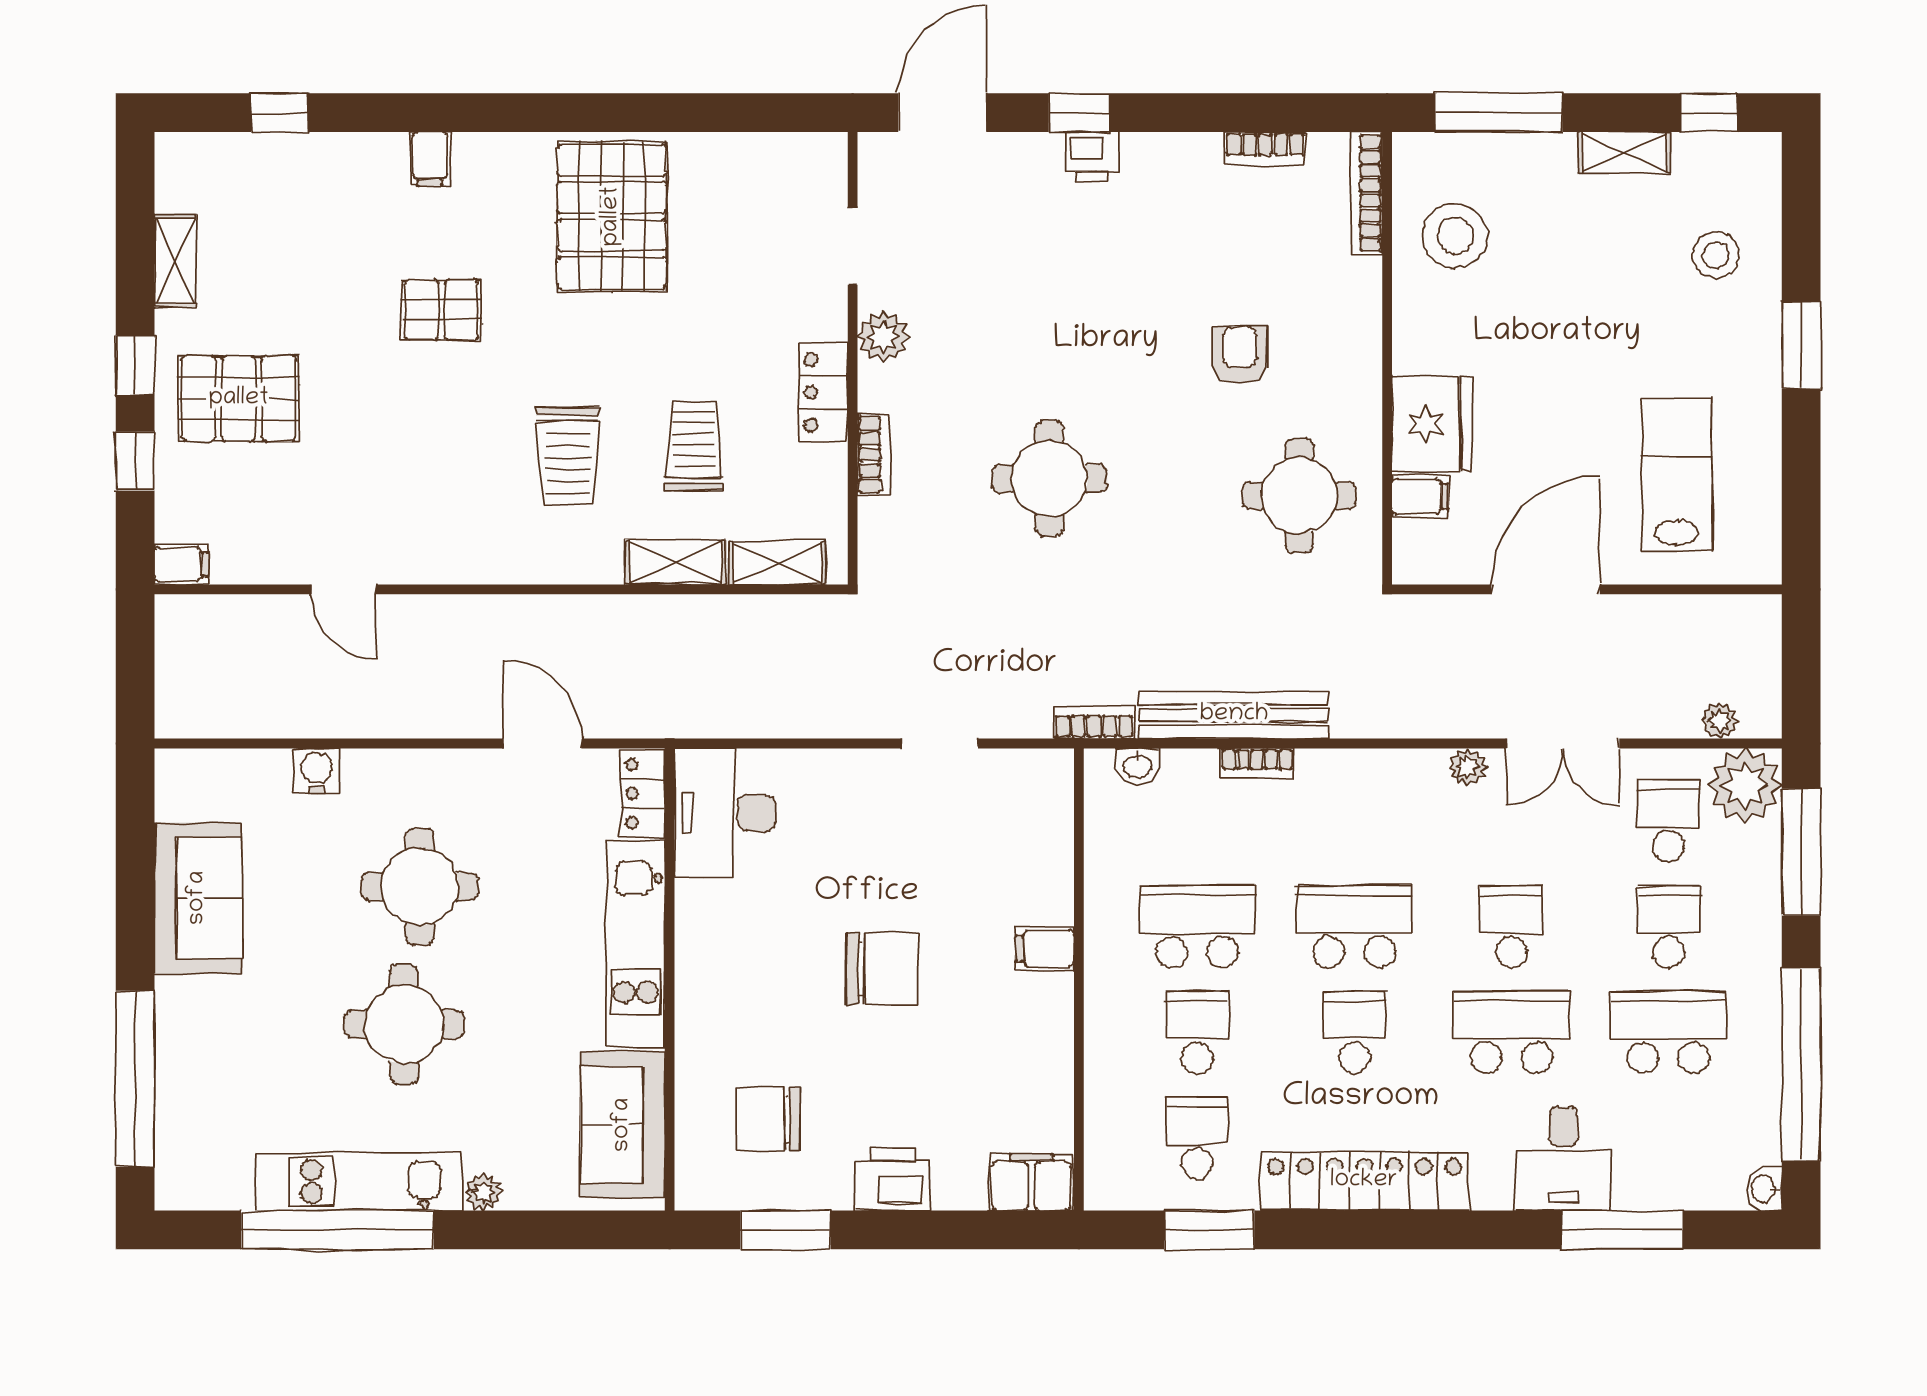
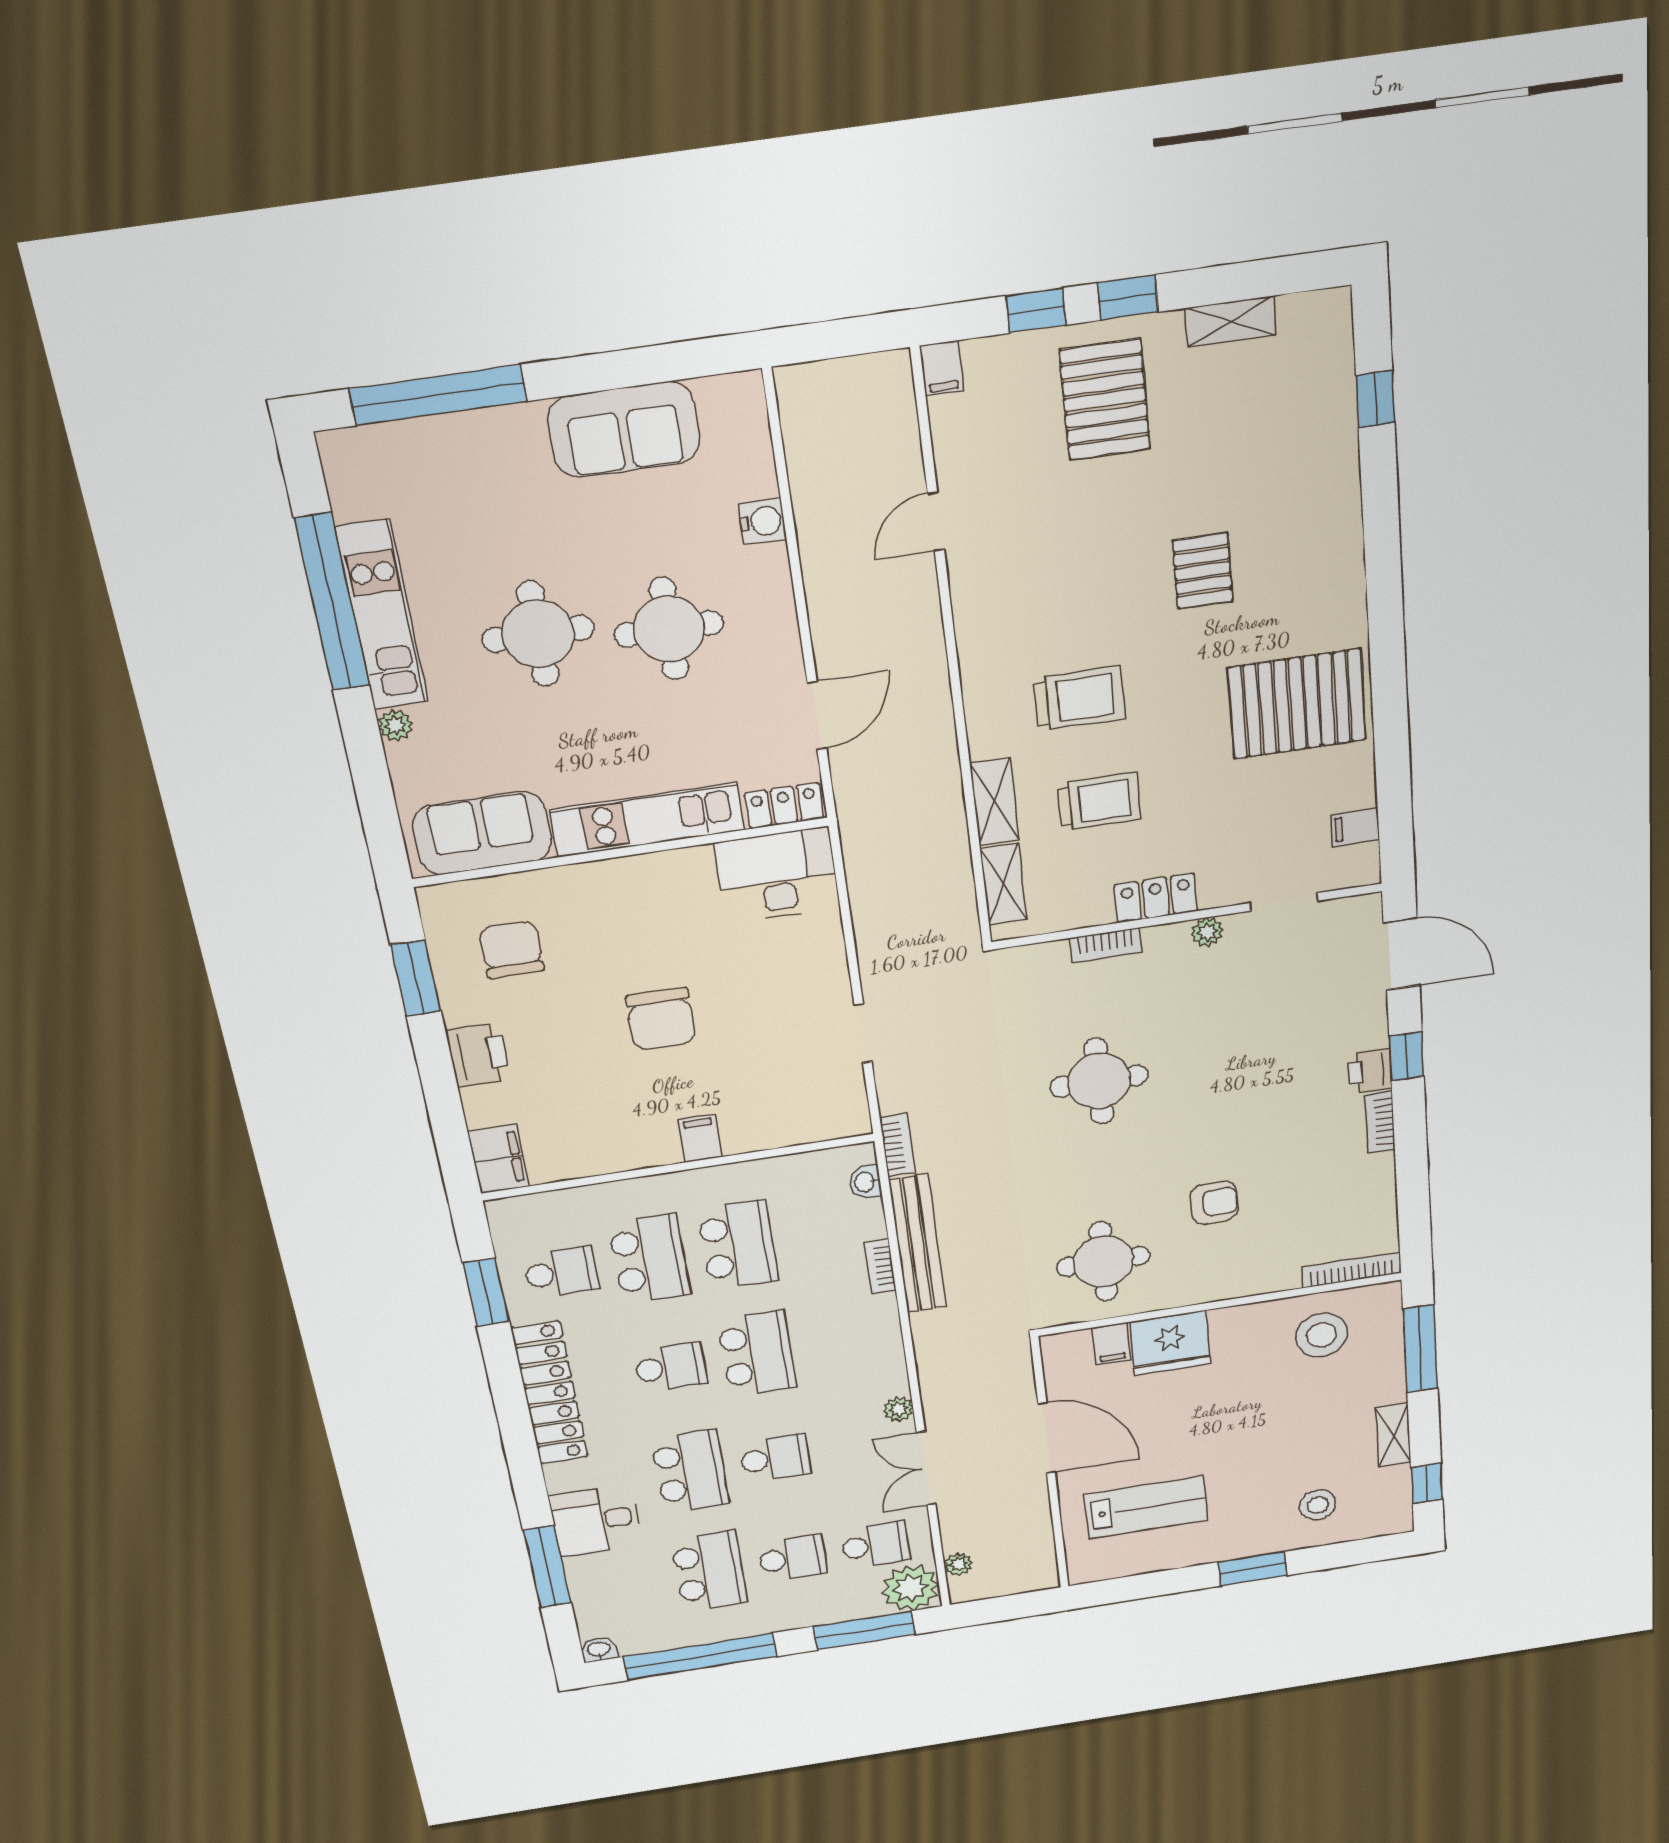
bookcase: (1265, 148) -> (1380, 1122), moved
filing cabinet: (430, 159) -> (1355, 827), moved
plant: (883, 337) -> (1207, 932), width x0.73, depth x0.73
trolley: (568, 457) -> (1079, 698), turned 180
school desk: (1197, 1032) -> (650, 1259), width x1.85

